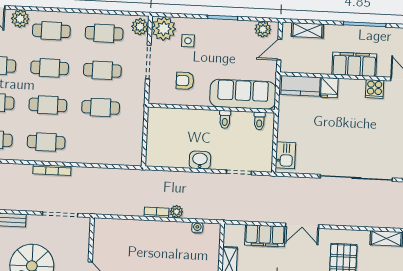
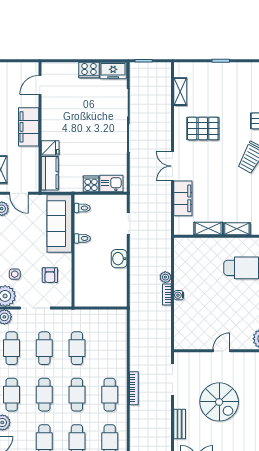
cooker: (375, 89) -> (91, 184), moved, turned -90
double door: (302, 226) -> (173, 166), swing flipped
water cooler: (197, 228) -> (179, 295), moved

